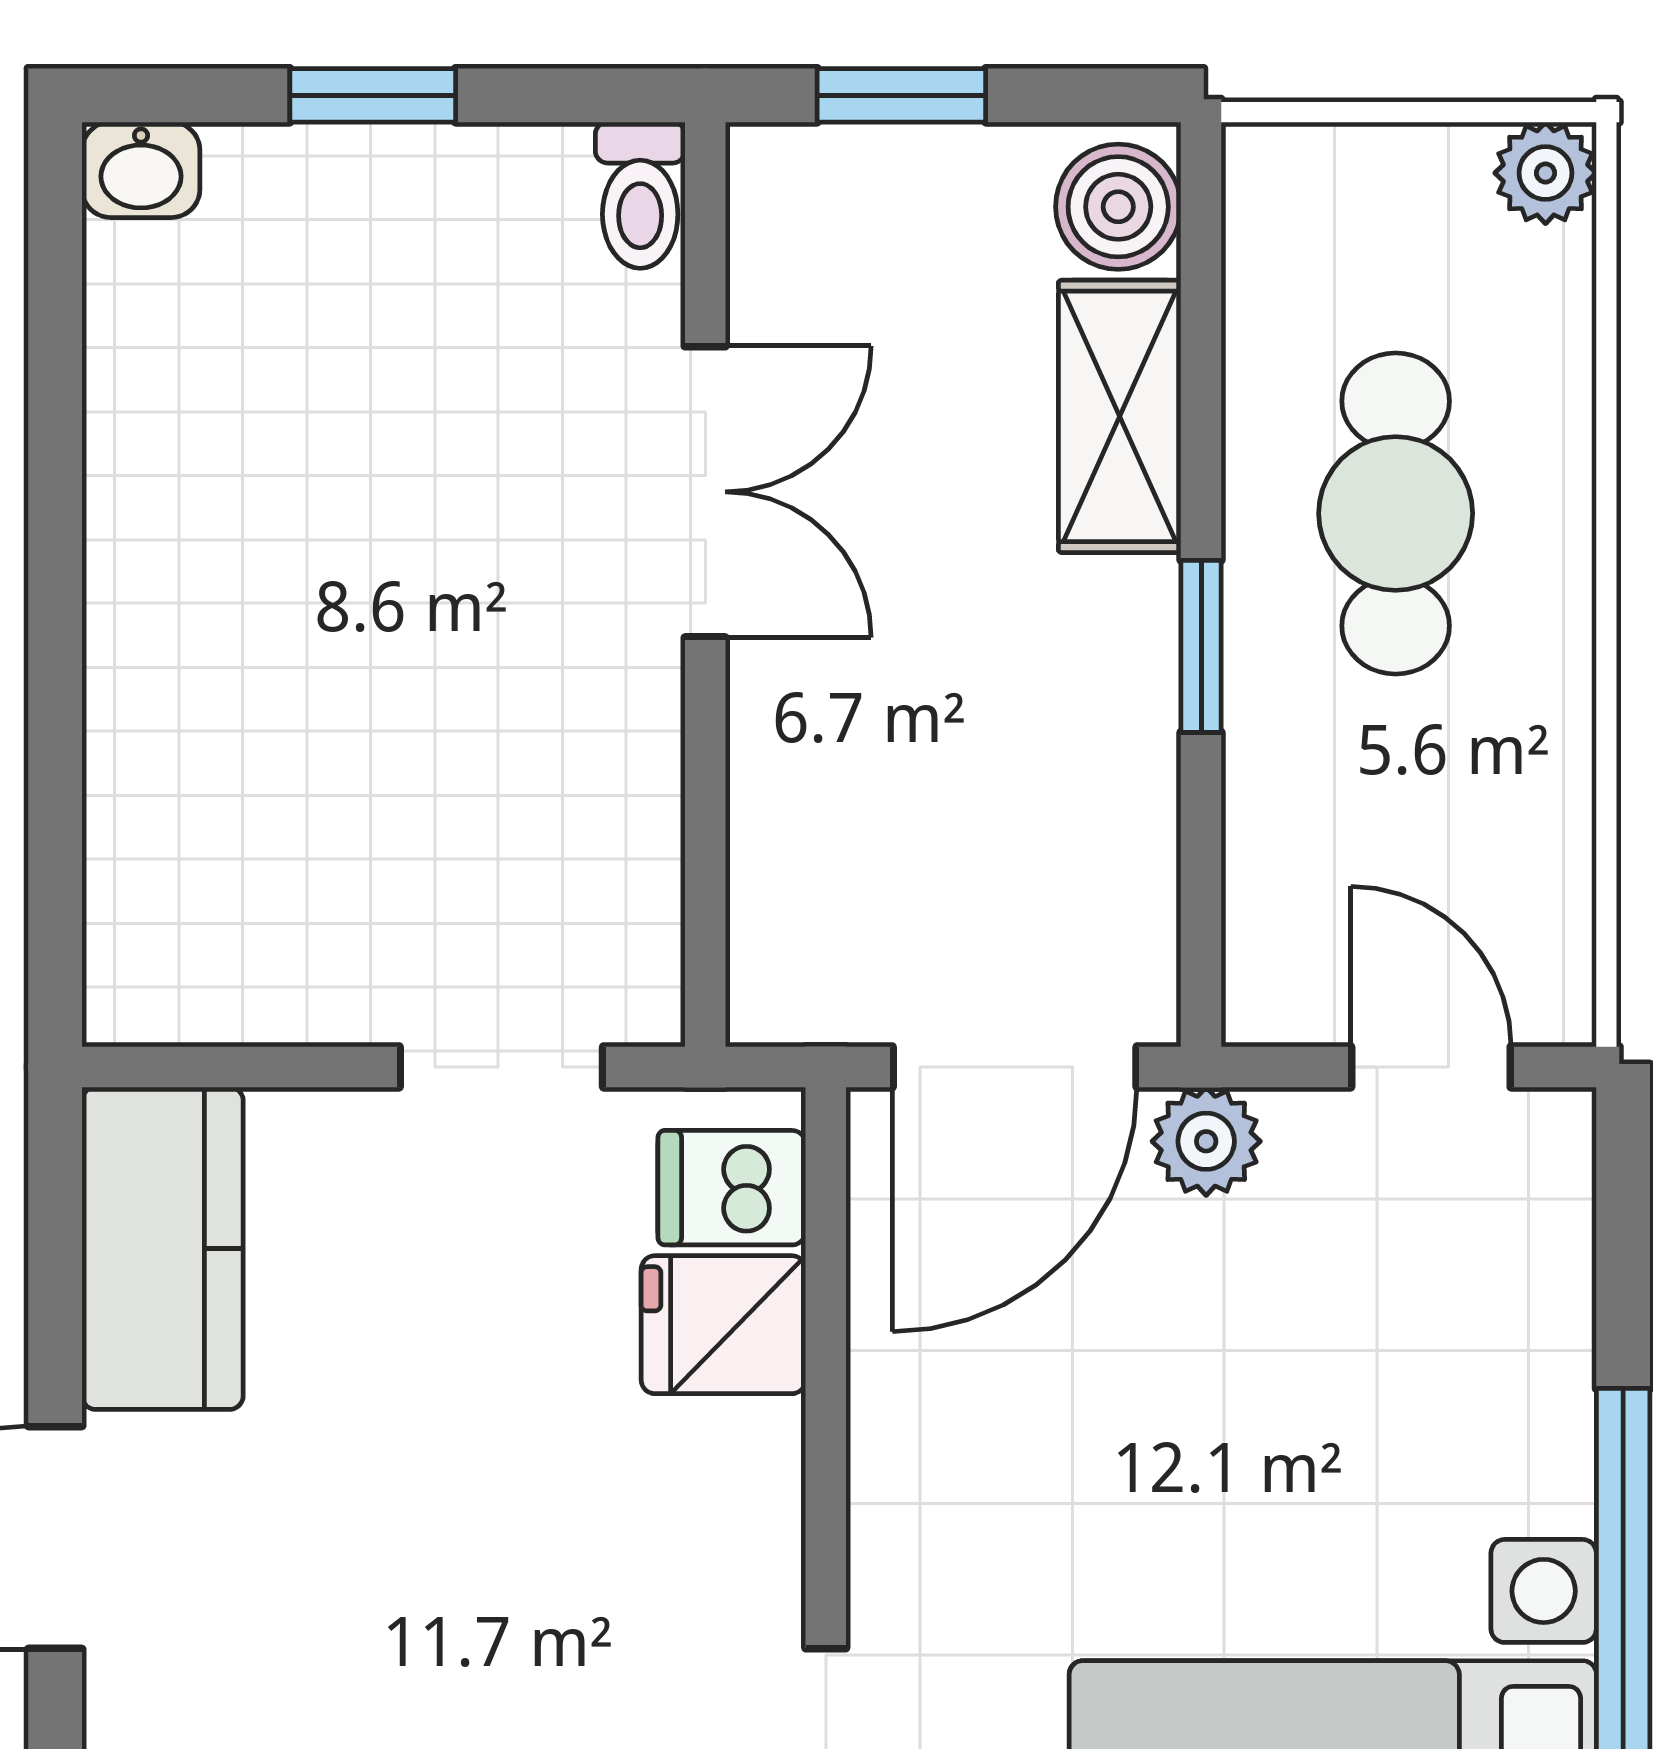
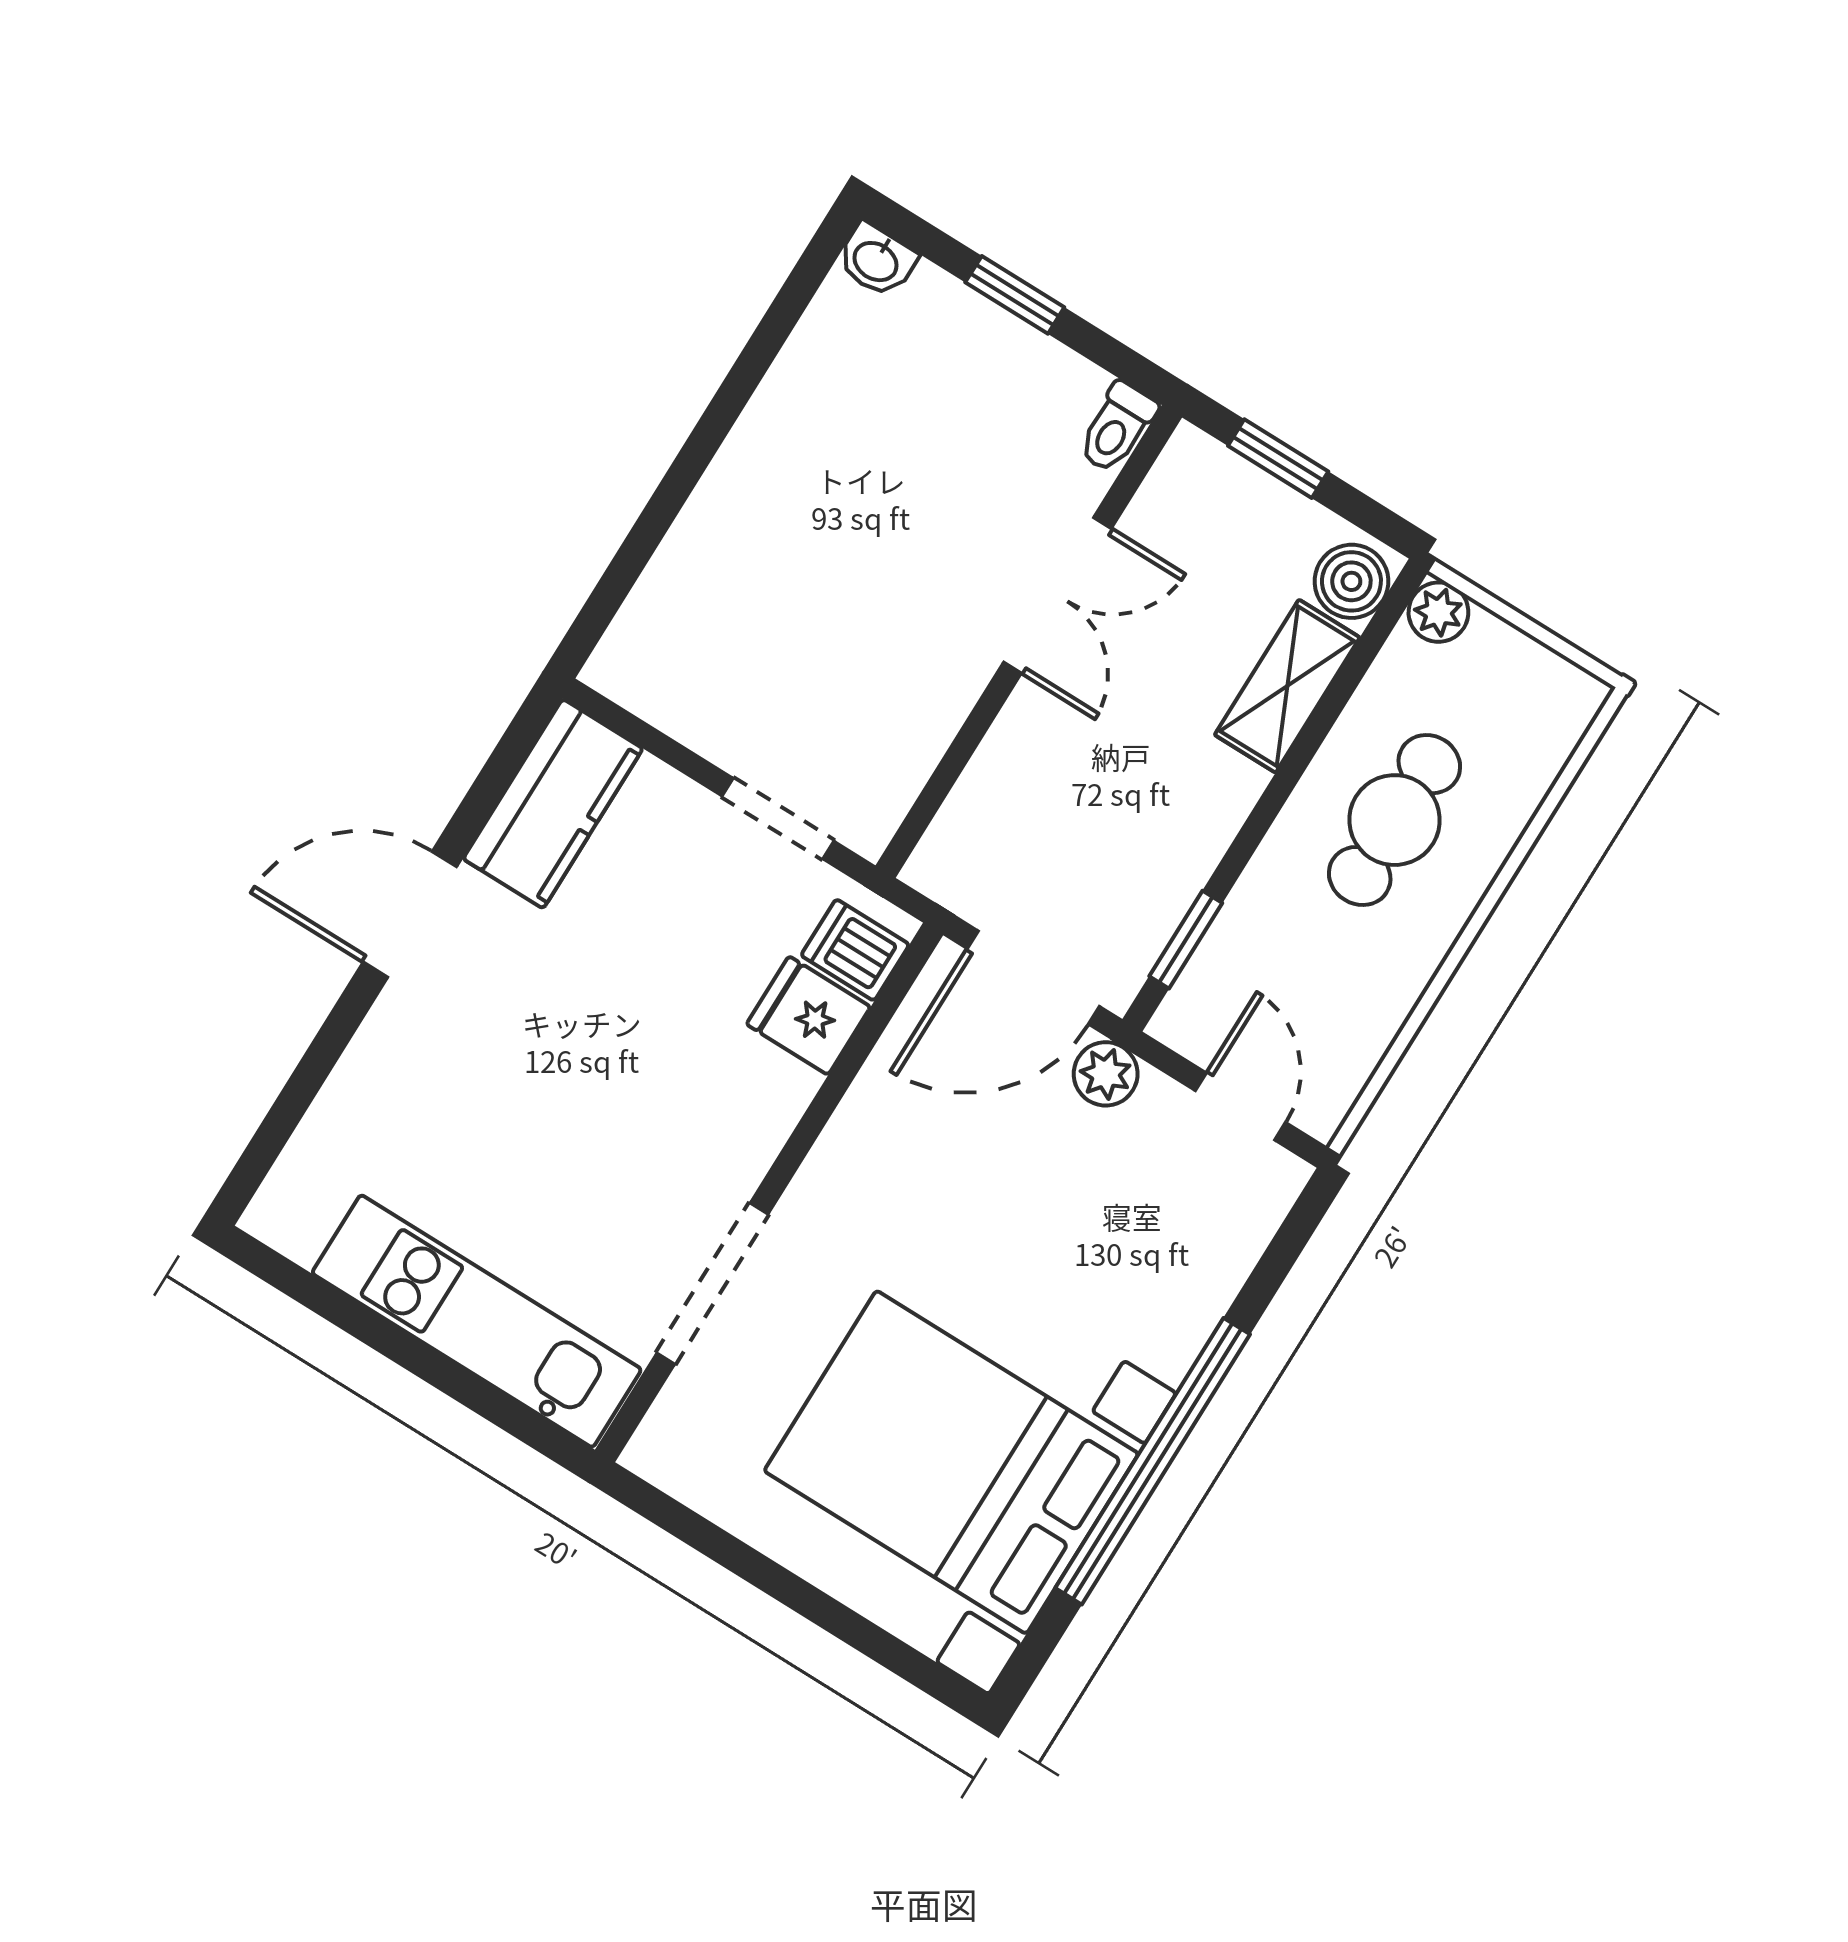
plant: (1546, 173) -> (1438, 612), moved
window: (1201, 646) -> (1186, 940), moved

